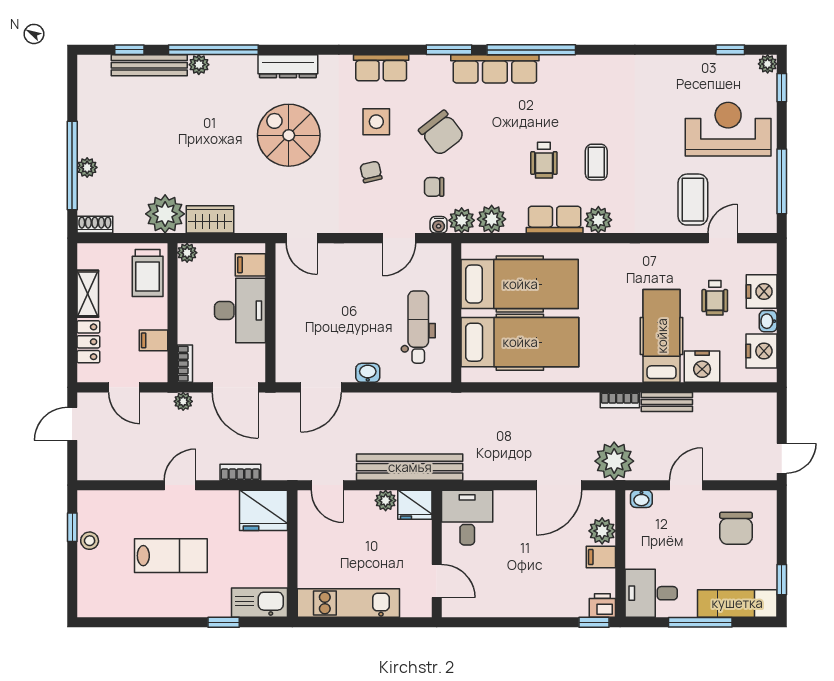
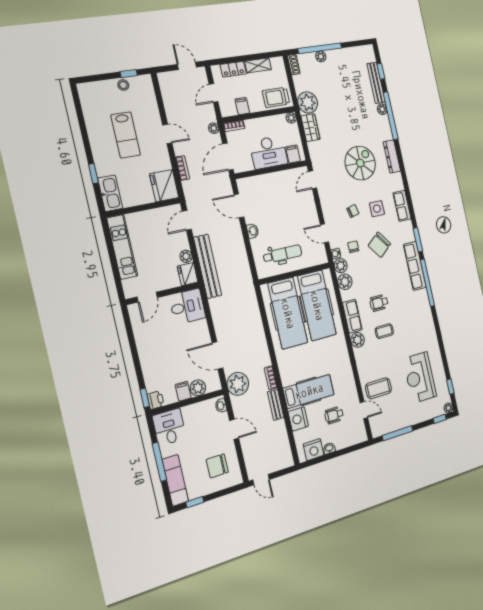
reception desk: (728, 129) -> (420, 377), moved, turned 180
nightstand: (762, 292) -> (343, 440), removed

